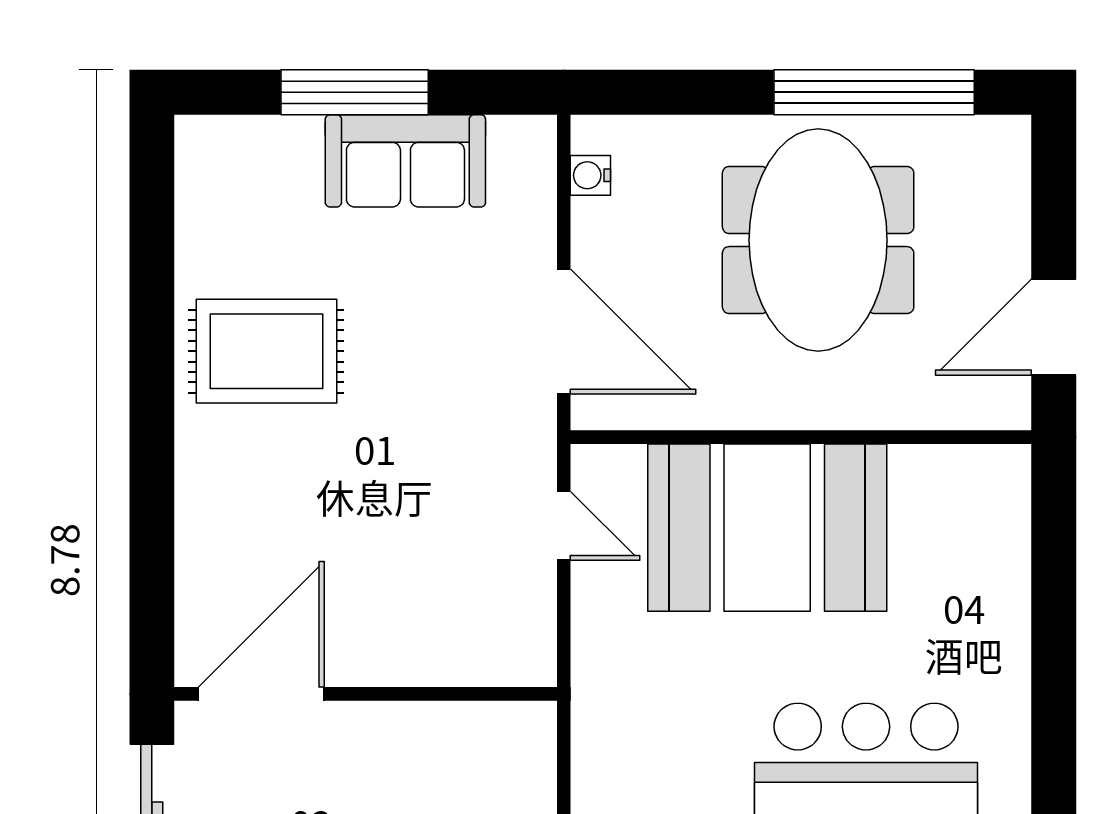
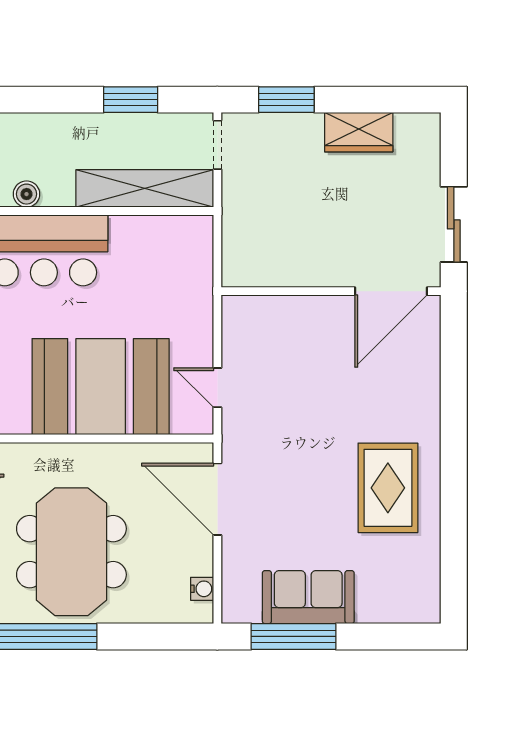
window: (355, 92) -> (294, 636), moved
rug: (266, 351) -> (388, 488), turned 90

